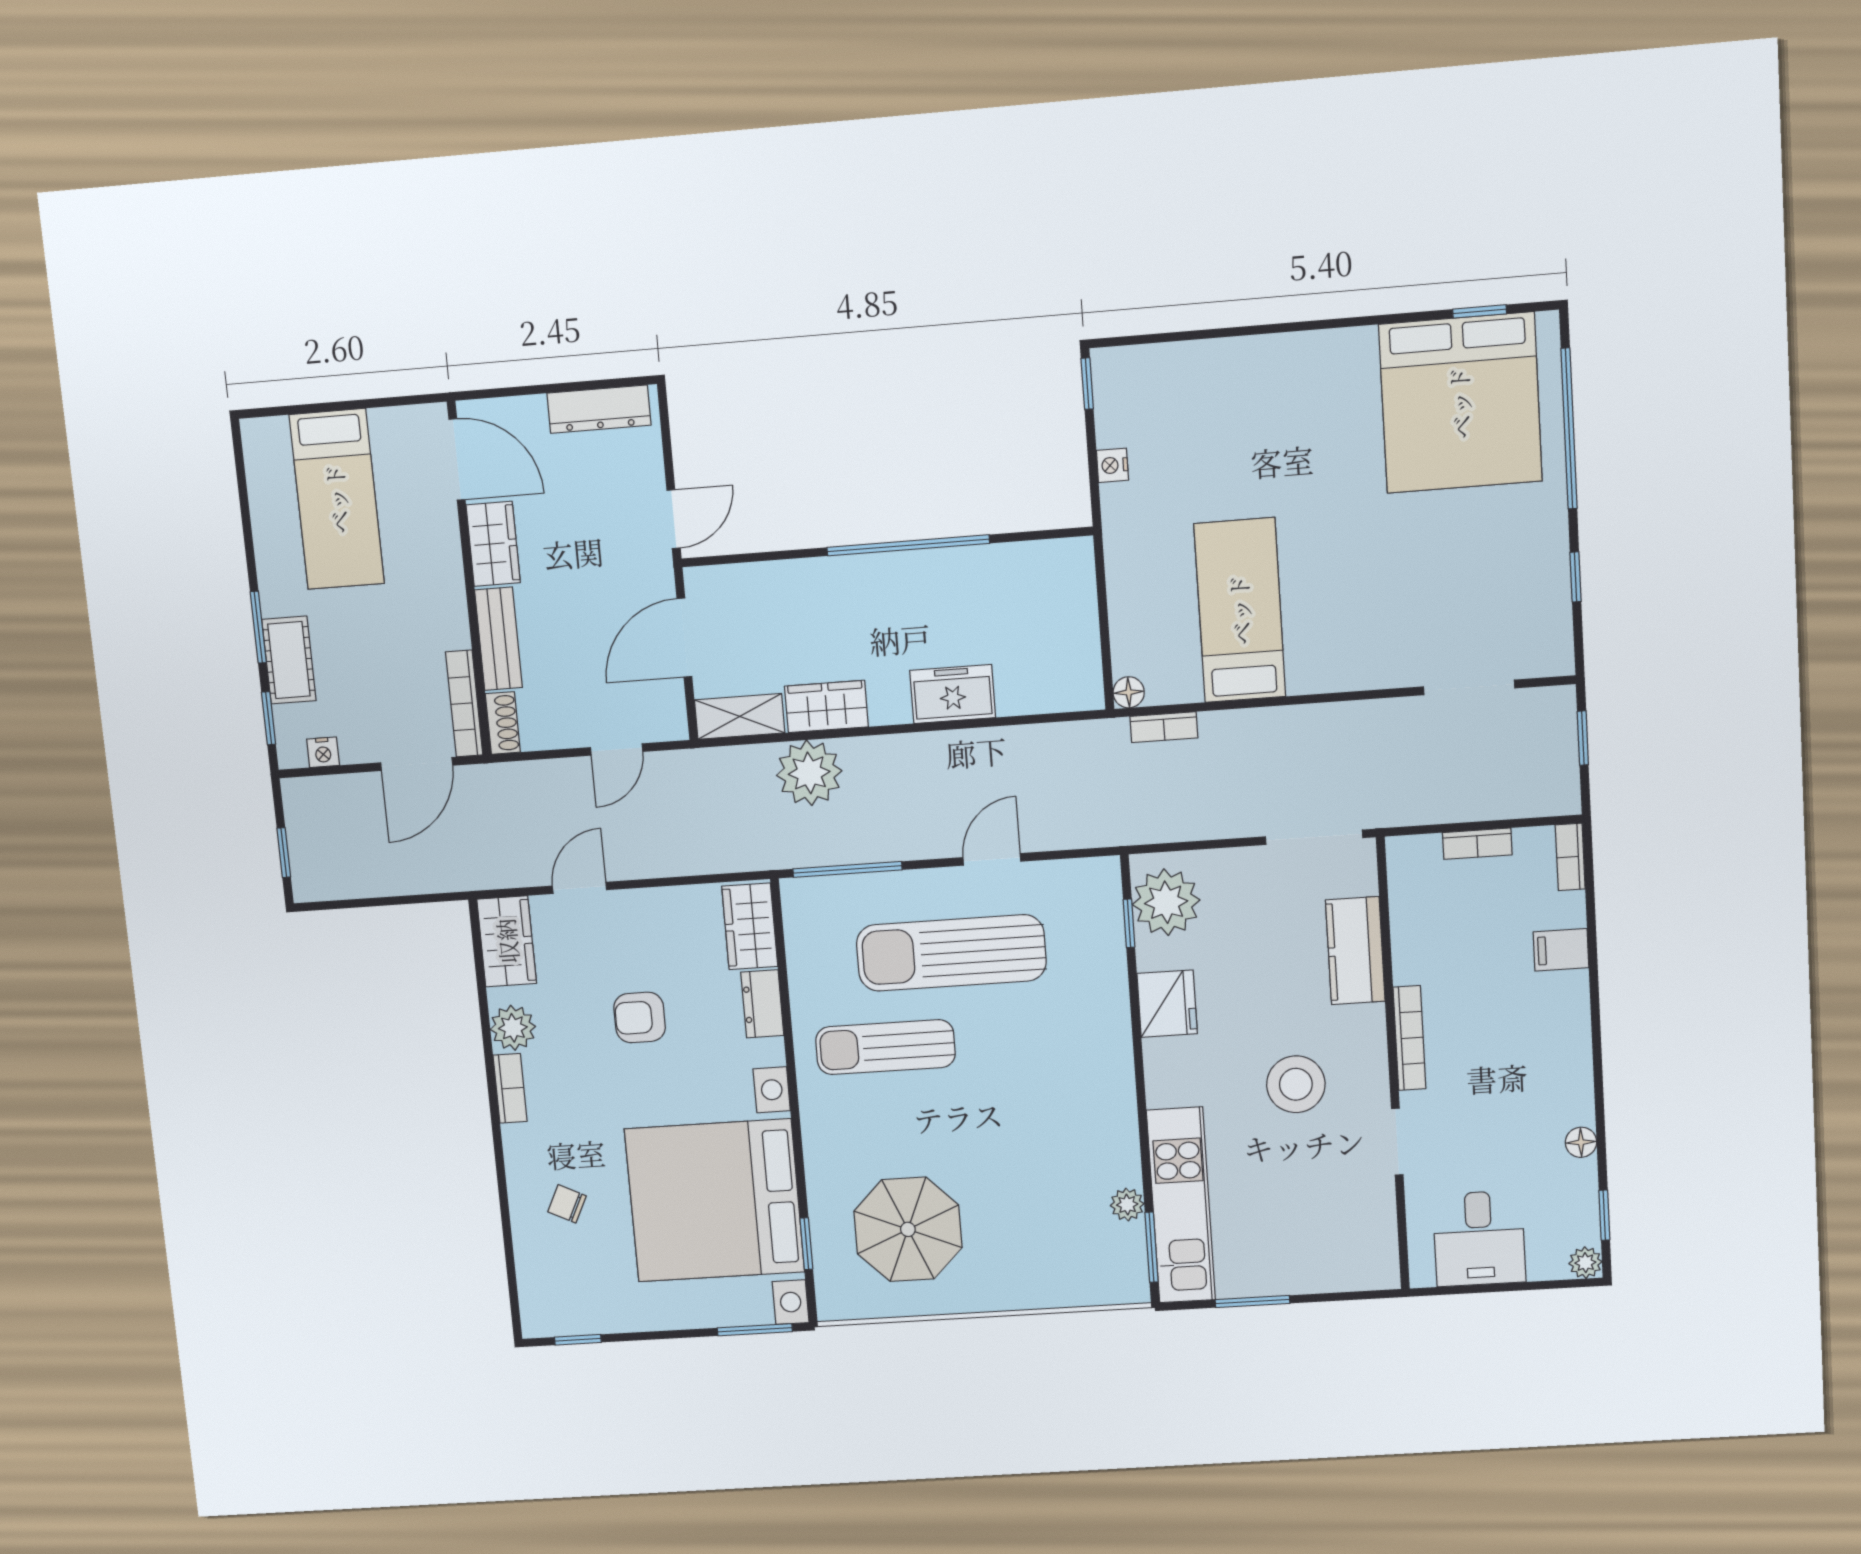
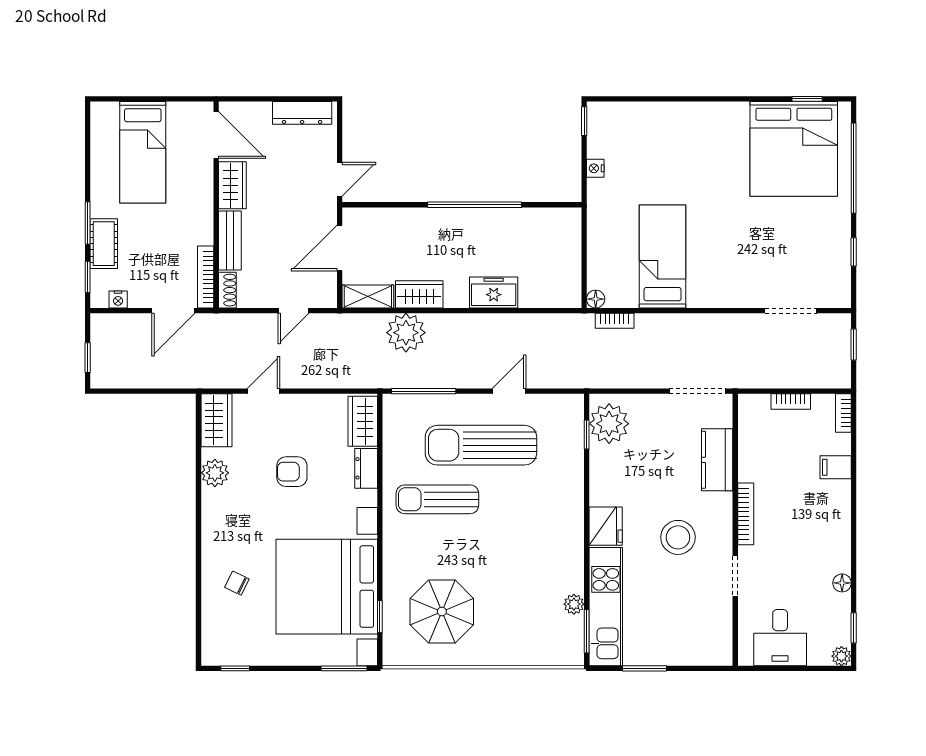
fridge: (1167, 1004) -> (606, 526), moved
bookcase: (510, 1088) -> (209, 510), removed

